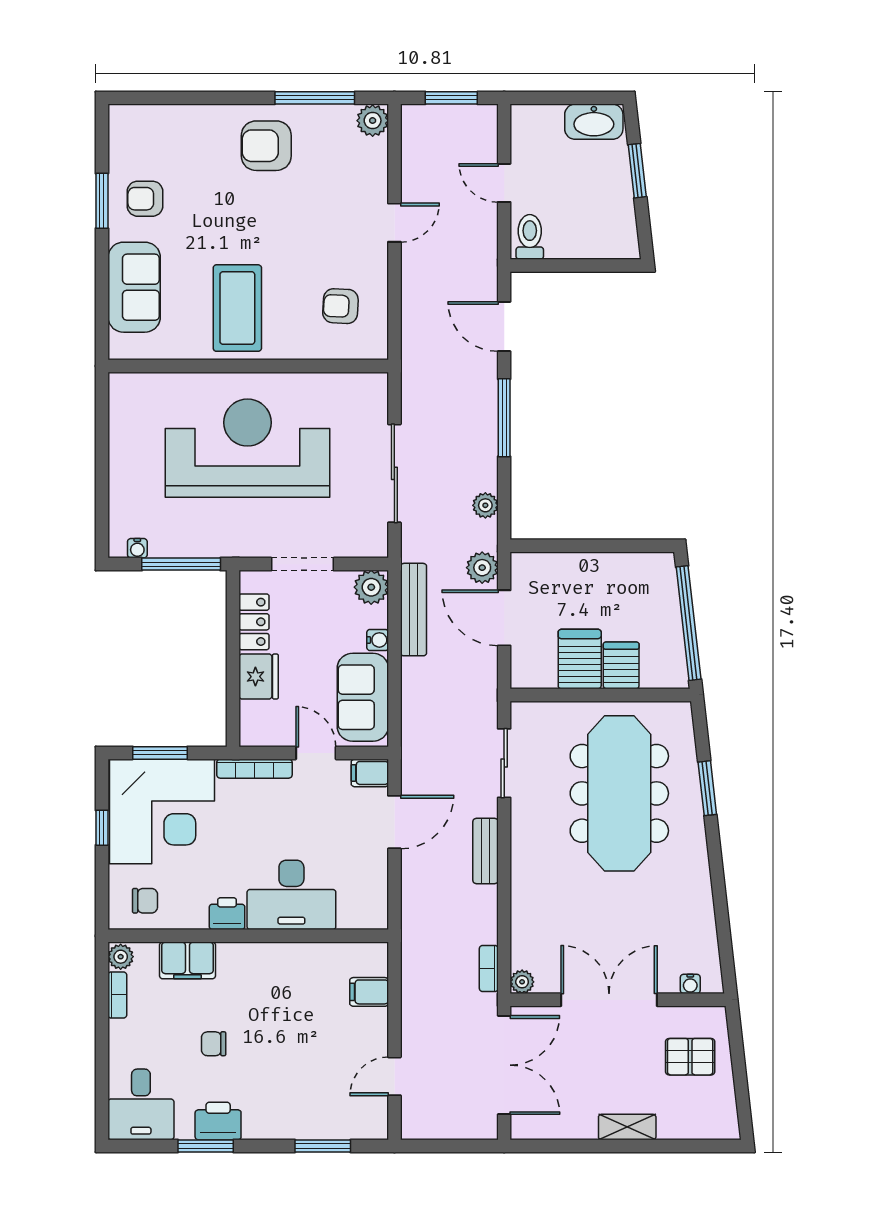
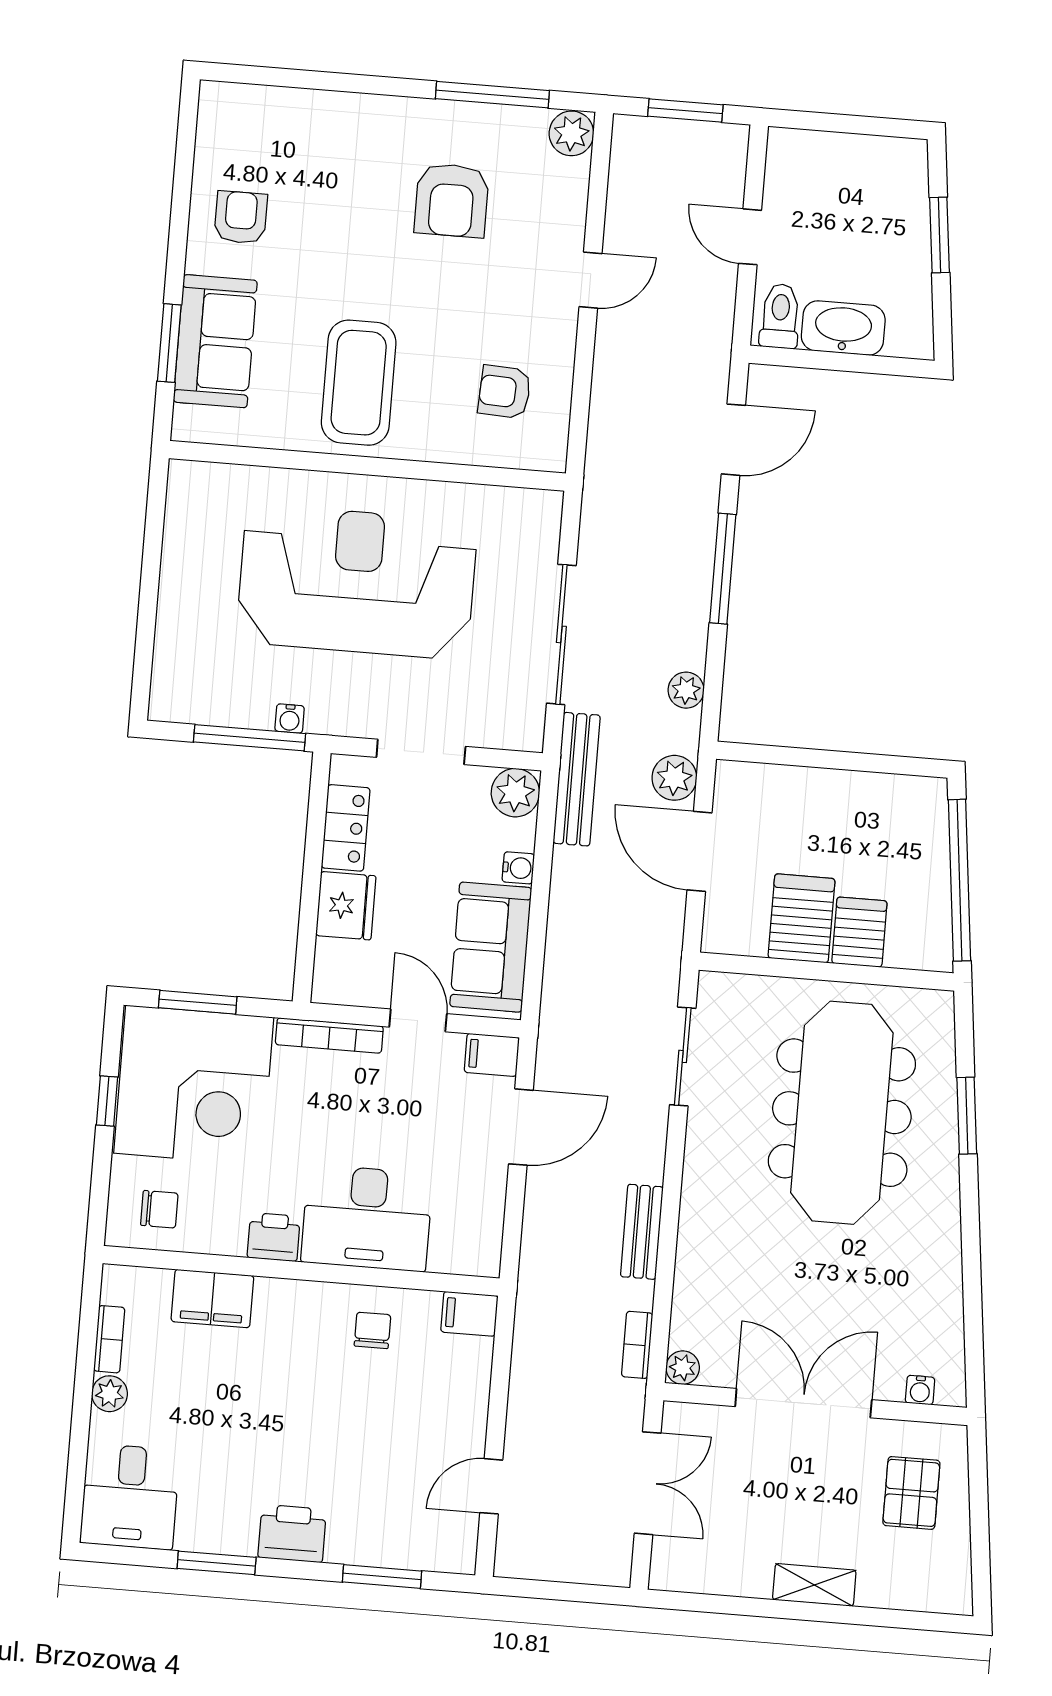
washbasin: (594, 122) -> (843, 328), moved, turned 180
armchair: (266, 146) -> (452, 200), moved, turned -90
armchair: (145, 199) -> (241, 217), turned 90
window: (102, 201) -> (169, 343), moved
door: (504, 327) -> (733, 440), swing flipped
water cooler: (137, 548) -> (290, 719), moved
bench: (413, 610) -> (577, 779), moved
bench: (486, 851) -> (642, 1232), moved
plant: (121, 957) -> (110, 1394), moved
filing cabinet: (369, 992) -> (469, 1314), moved
chair: (214, 1044) -> (372, 1330), moved, turned 90
pallet: (690, 1057) -> (911, 1493), turned 90
double door: (504, 1065) -> (648, 1483), width x0.73
printer: (218, 1121) -> (292, 1533), moved

